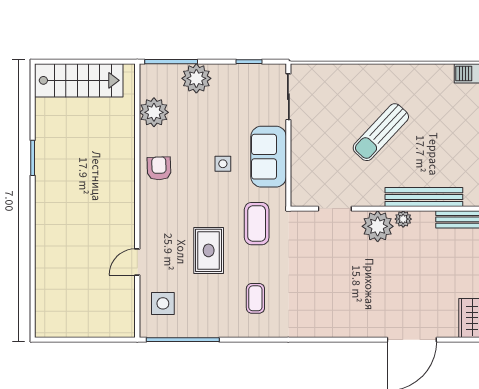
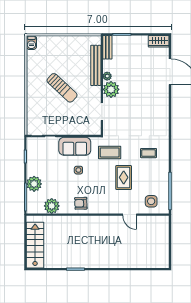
rug: (209, 250) -> (124, 177), turned 90

